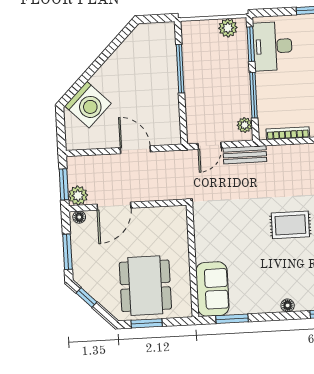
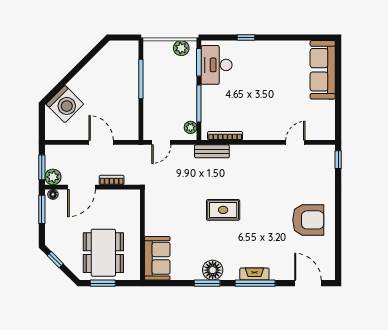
bench: (245, 155) -> (212, 151), moved
bookcase: (151, 195) -> (112, 180), added
window: (67, 252) -> (42, 209), moved
floor lamp: (288, 305) -> (213, 270), width x1.89, depth x1.89
window: (232, 319) -> (207, 283), moved

